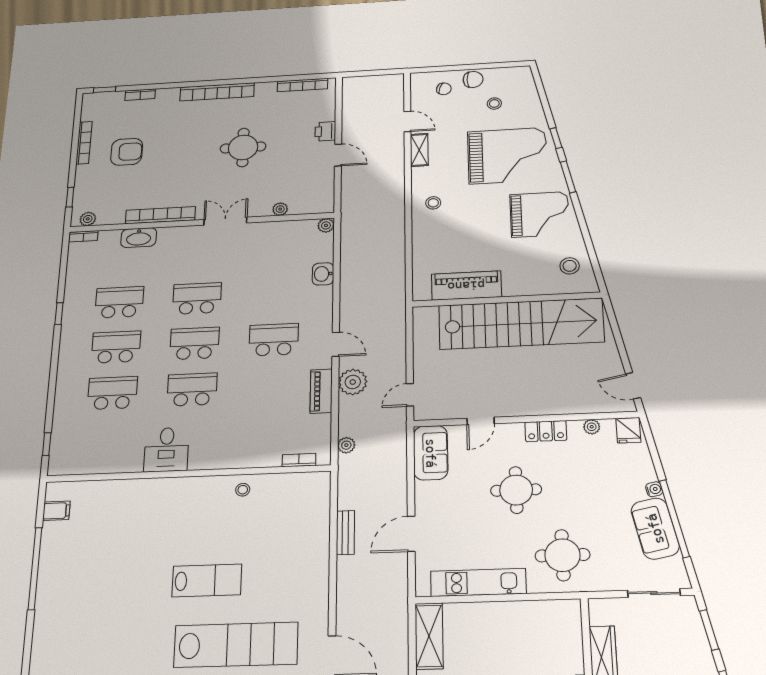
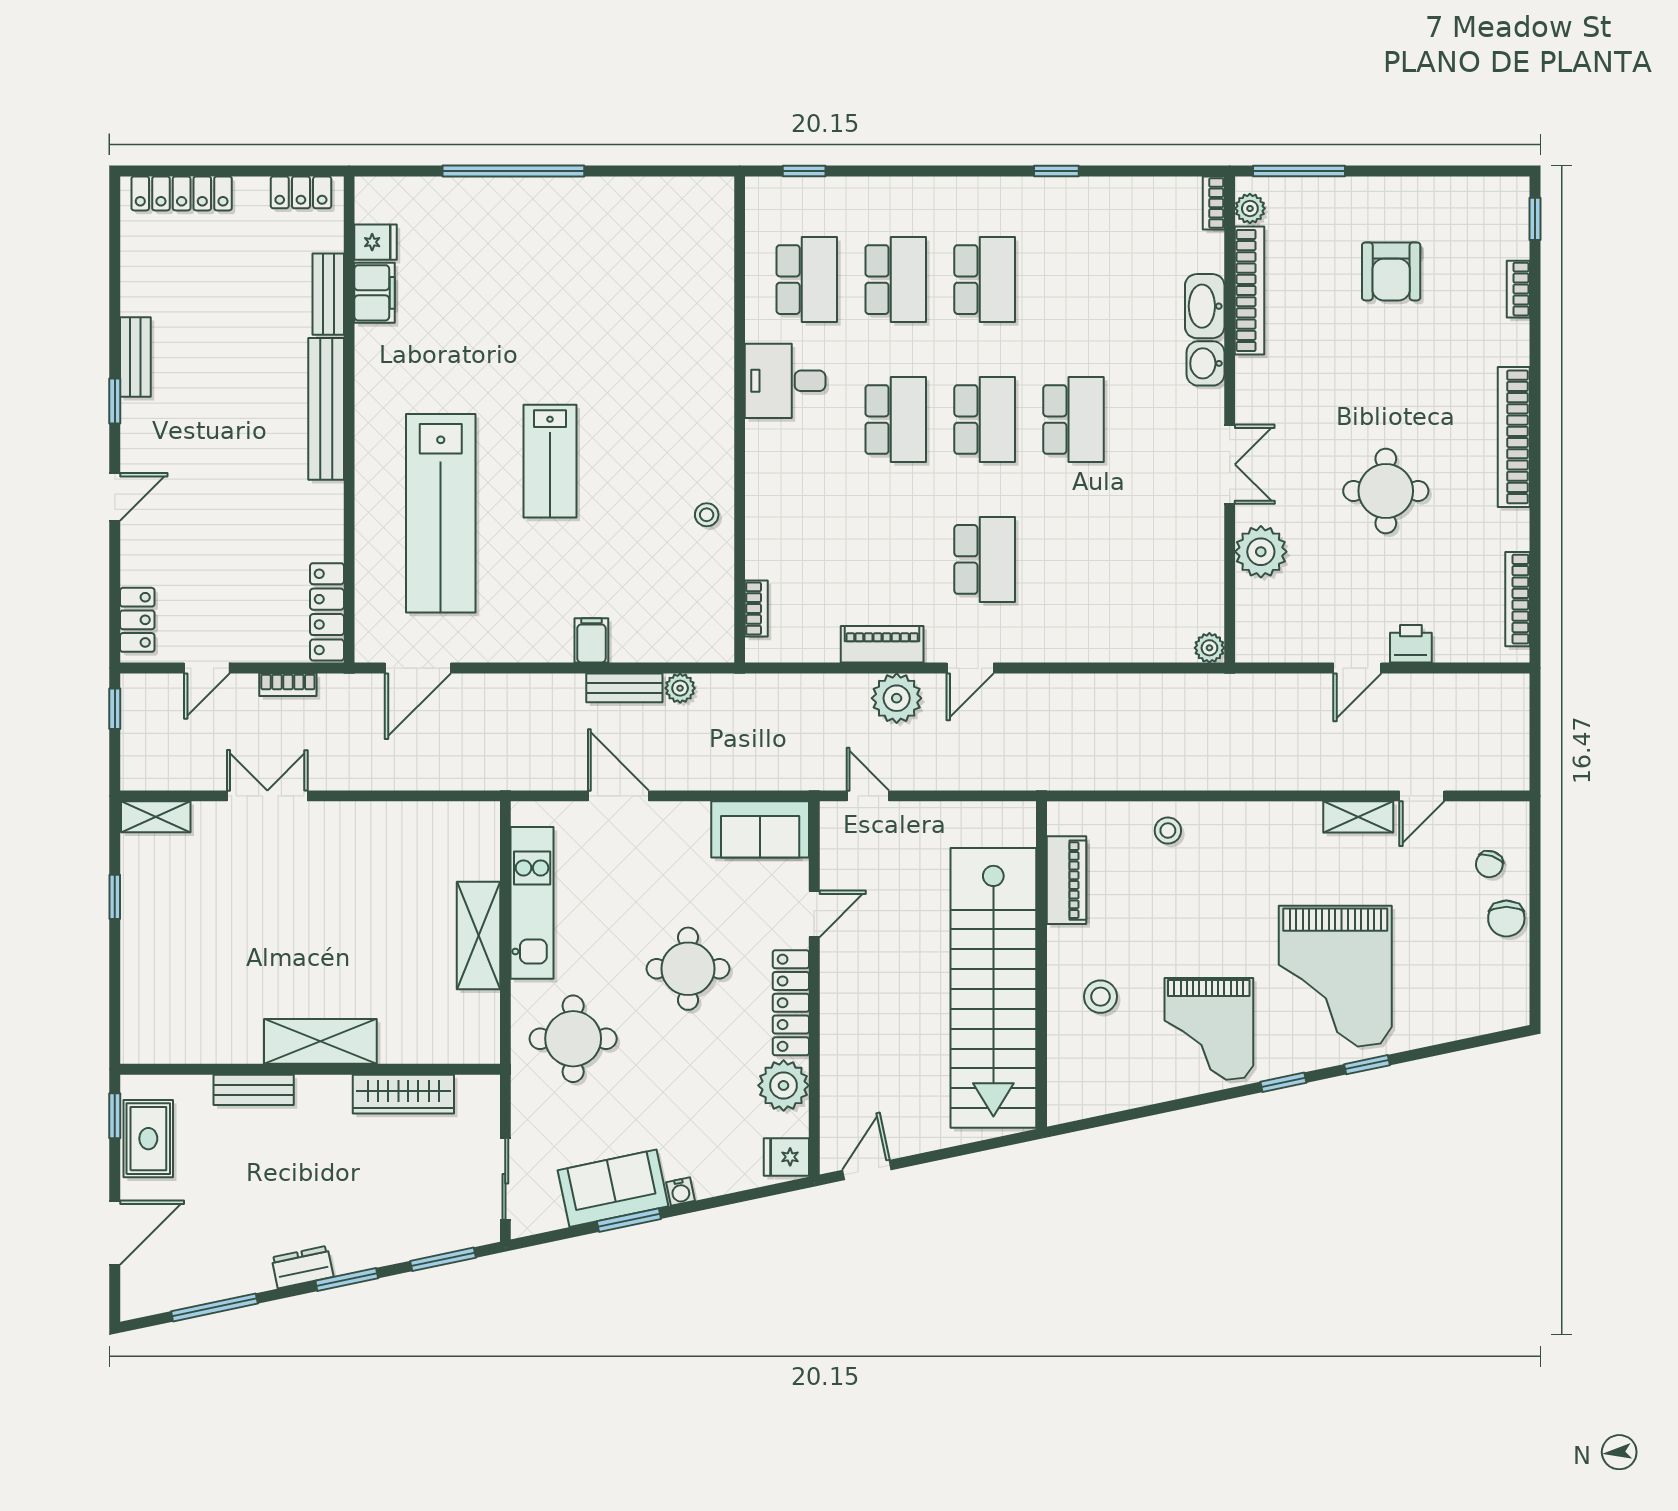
stool: (494, 104) -> (1450, 956), removed
bookcase: (84, 143) -> (1417, 188), removed
window: (568, 177) -> (1283, 1082), width x0.67
window: (70, 197) -> (1299, 171), width x2.17
stool: (433, 203) -> (1168, 831), moved
plant: (280, 209) -> (1261, 552), width x1.87, depth x1.87
bookcase: (160, 215) -> (1250, 291), moved
stool: (570, 266) -> (1101, 997), moved
washbasin: (323, 274) -> (1205, 363), moved, turned -90
piano: (466, 286) -> (1066, 880), width x0.73, depth x0.75
school desk: (119, 302) -> (807, 280), moved
door: (481, 421) -> (814, 914), swing flipped
plant: (592, 427) -> (784, 1085), width x1.87, depth x1.87
locker: (546, 431) -> (791, 1003), width x1.53
plant: (346, 445) -> (680, 688), moved
filing cabinet: (56, 511) -> (591, 640), moved, turned 180
window: (674, 518) -> (629, 1220), width x0.47
window: (35, 568) -> (513, 171), moved
shelving: (429, 636) -> (478, 935), moved, turned 90

